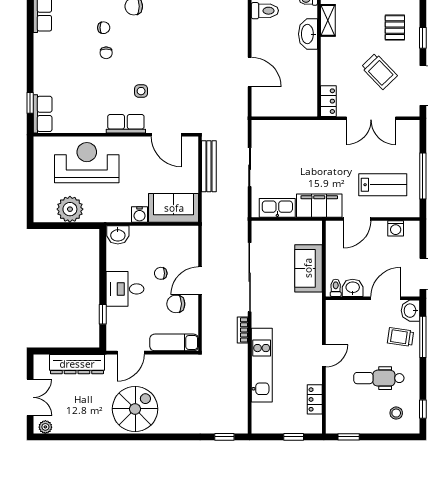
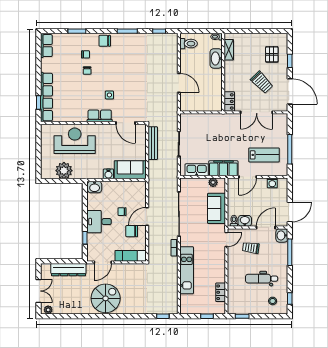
row of seats: (43, 114) -> (46, 97), width x2.02
plant: (303, 228) -> (213, 182), added
trolley: (401, 337) -> (251, 248), moved
door: (324, 356) -> (226, 239), moved

